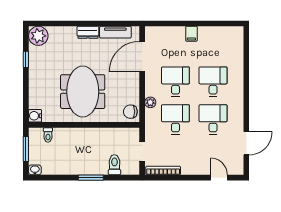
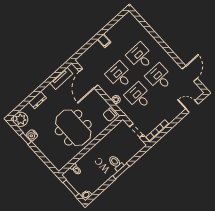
dresser: (88, 32) -> (38, 100), moved
water cooler: (35, 116) -> (32, 135), moved
toilet: (114, 165) -> (116, 163), moved

